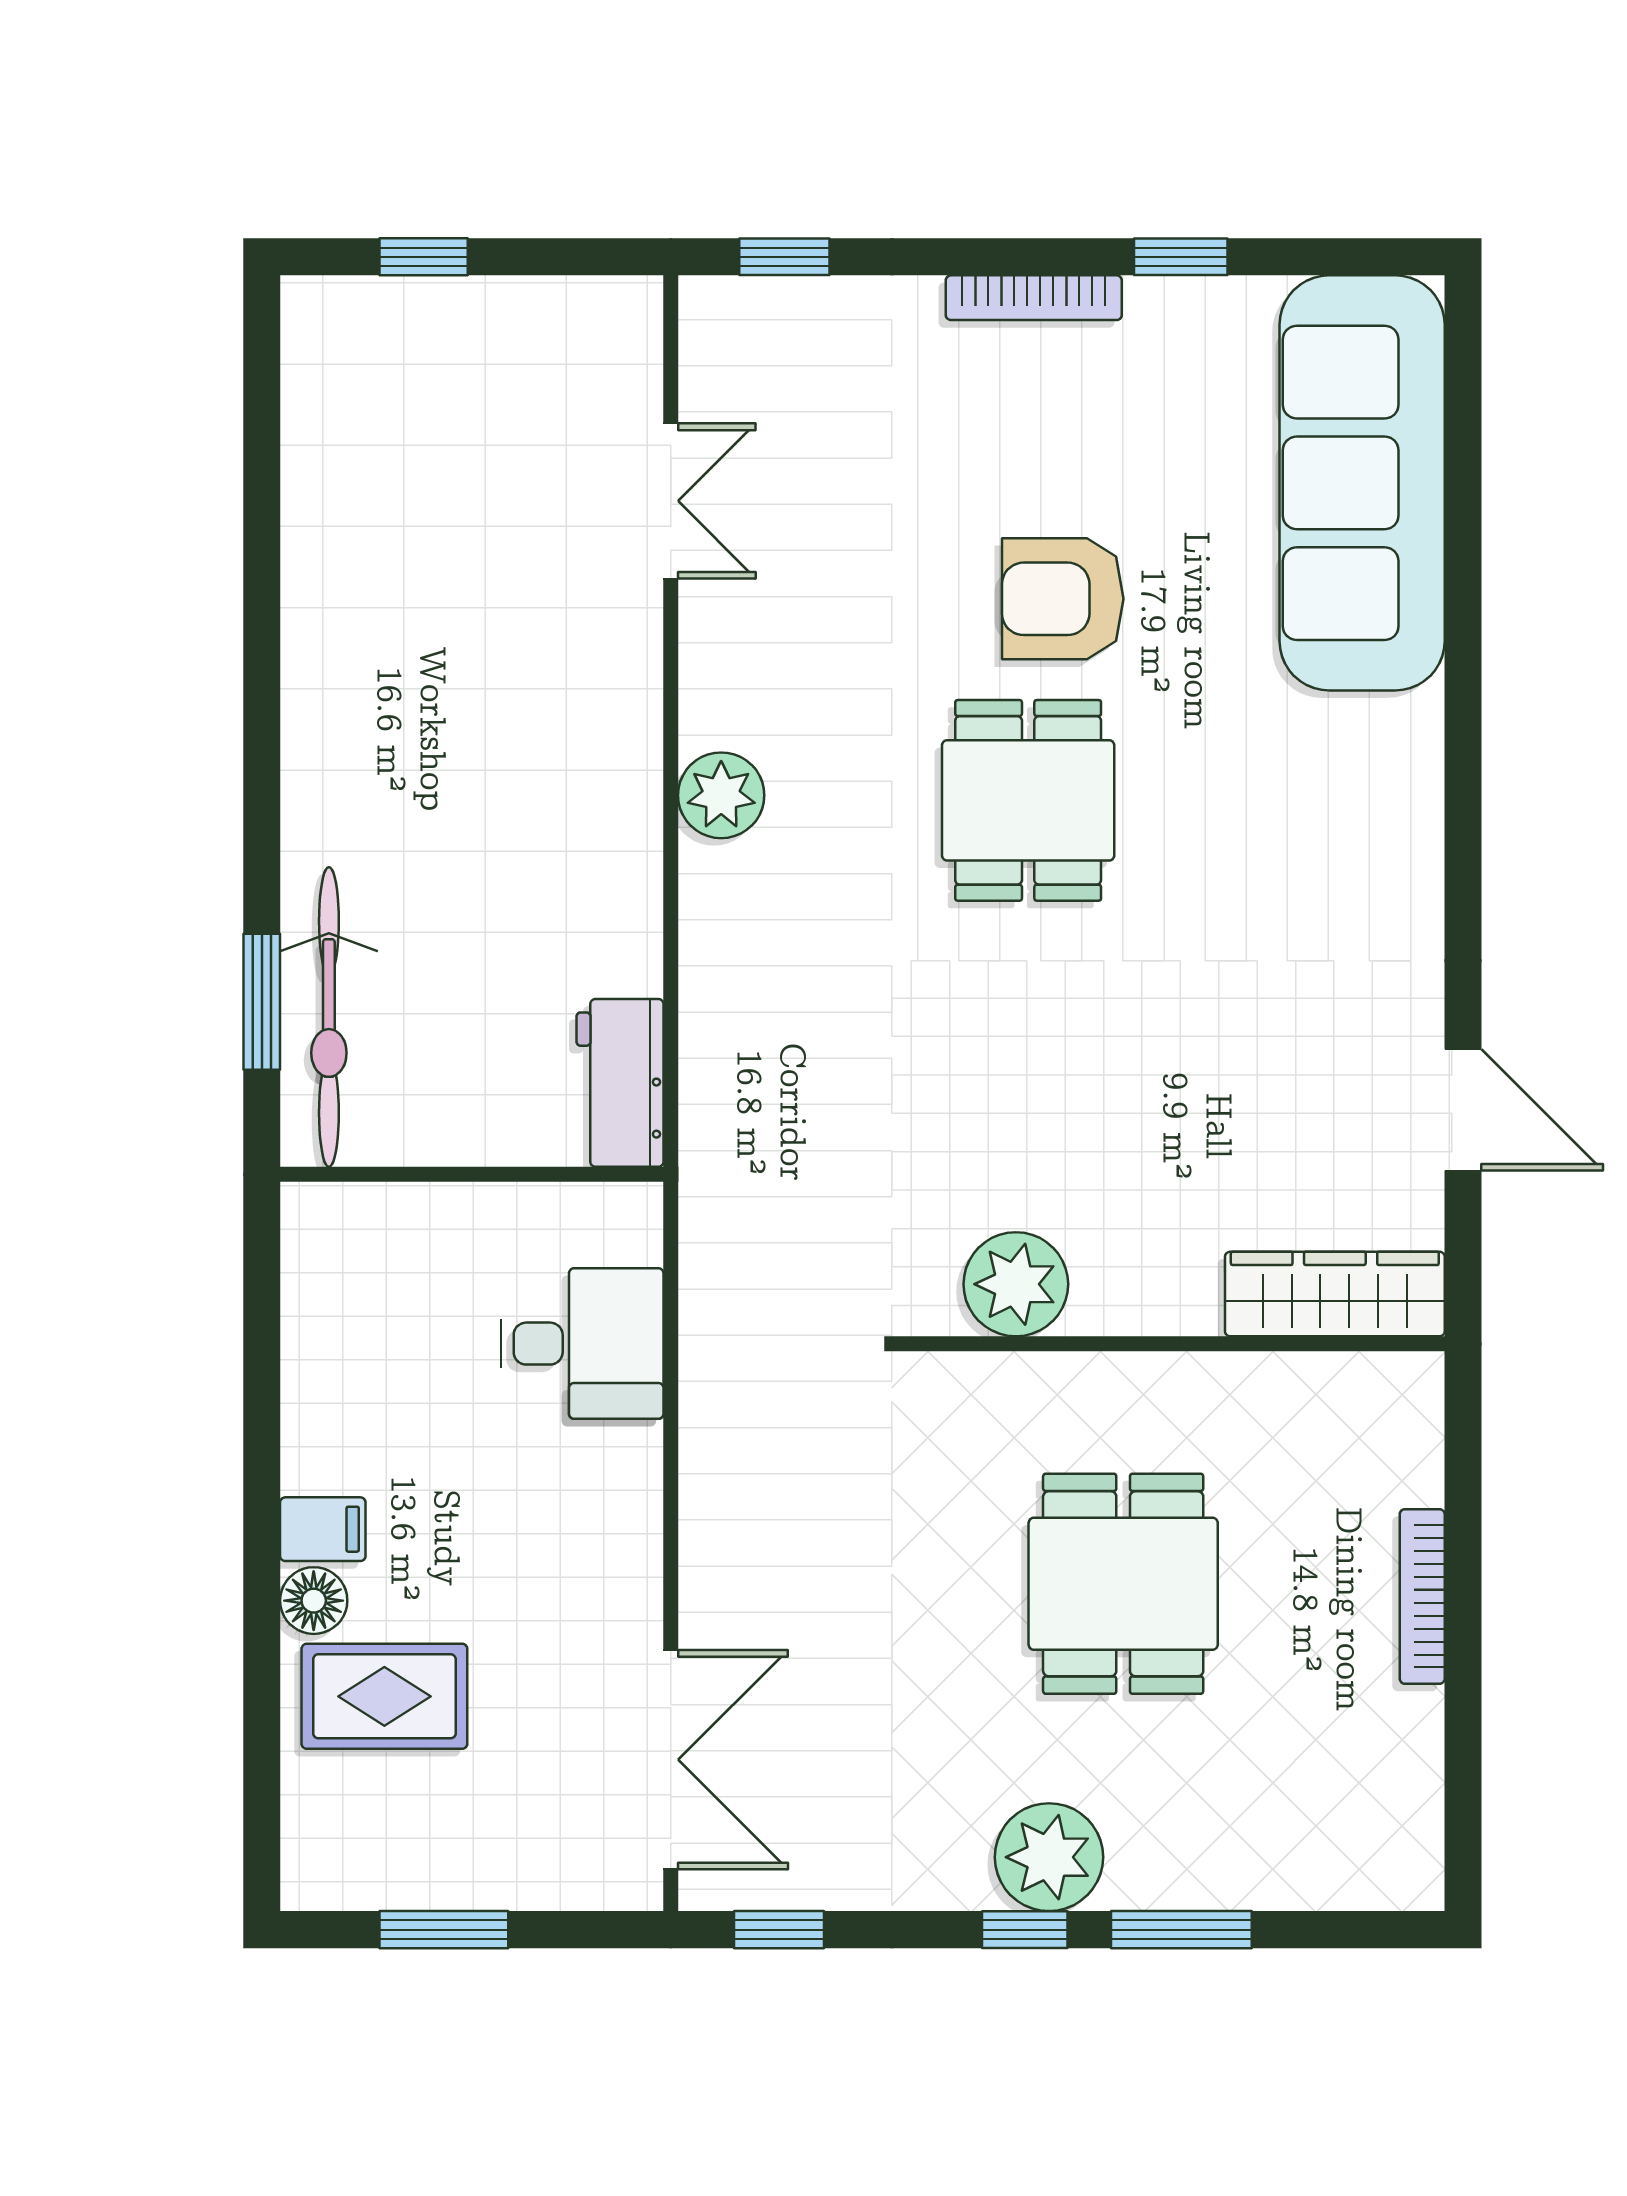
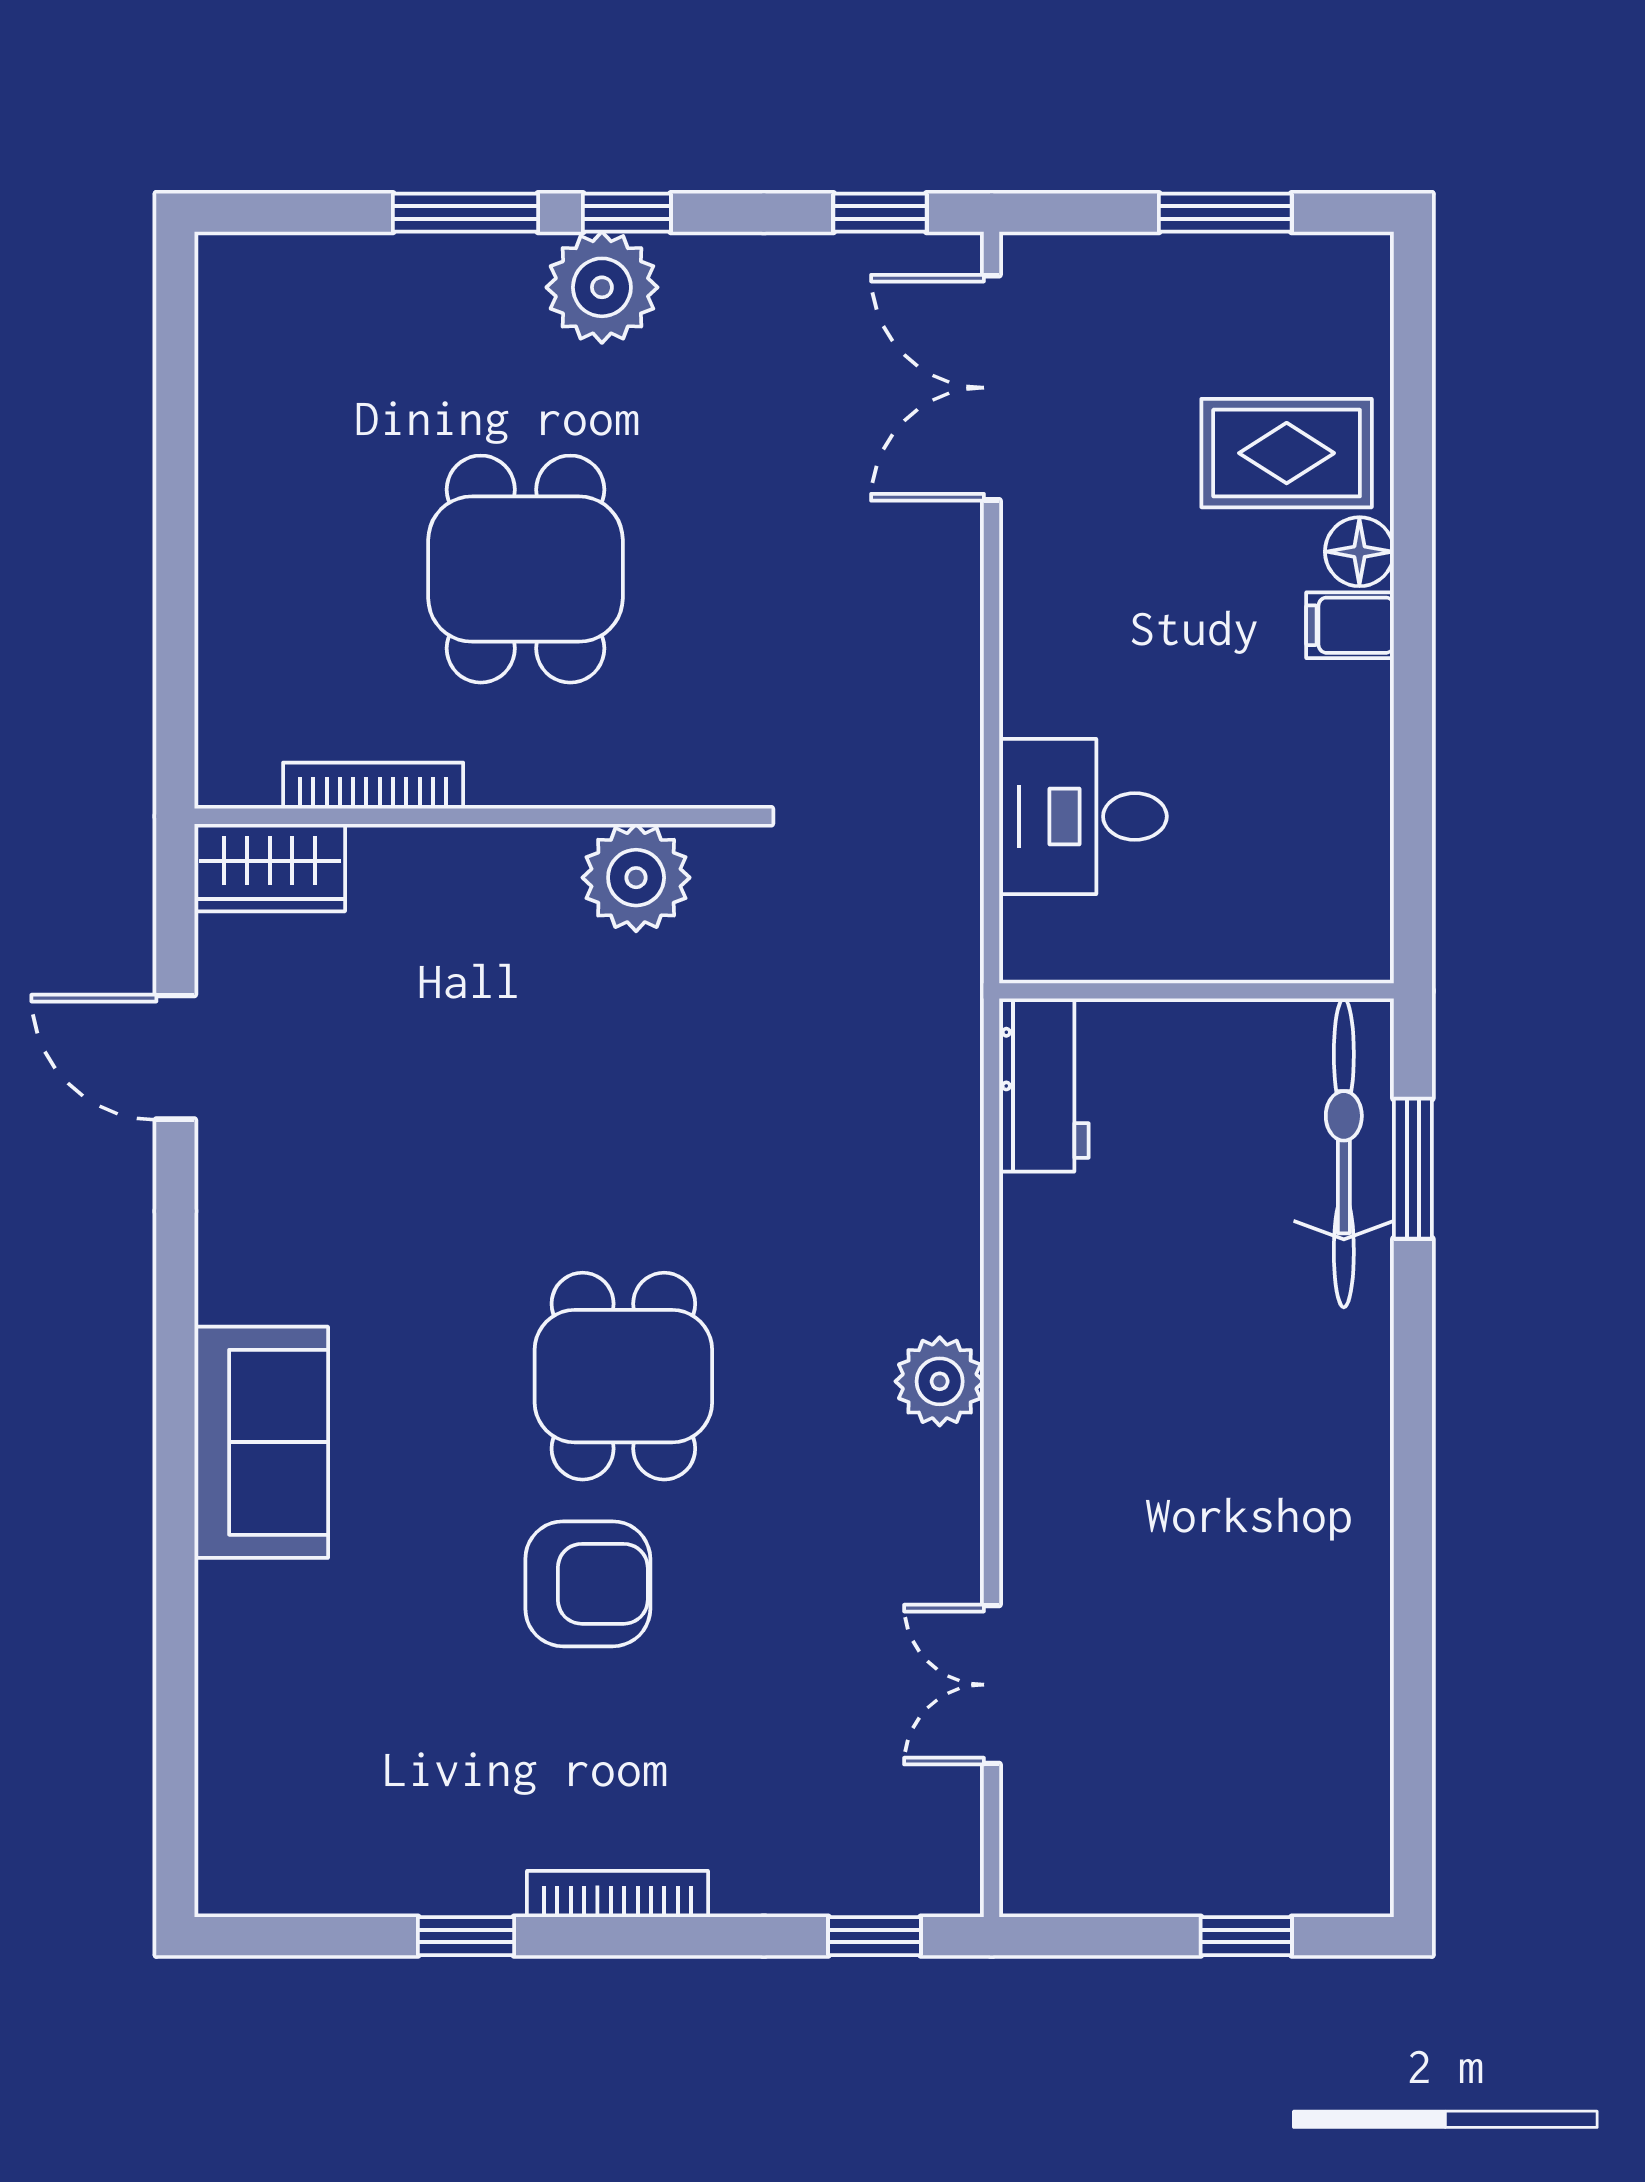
sofa: (1362, 483) -> (261, 1442), moved, width x0.54, depth x0.79
wardrobe: (1335, 1294) -> (270, 868), width x0.67
bookcase: (1422, 1596) -> (373, 786), moved, turned -90

